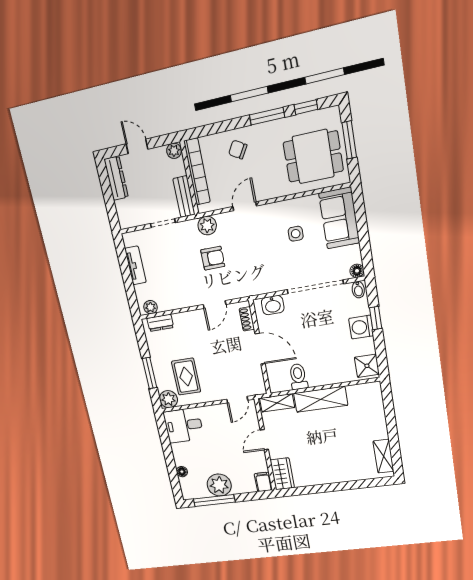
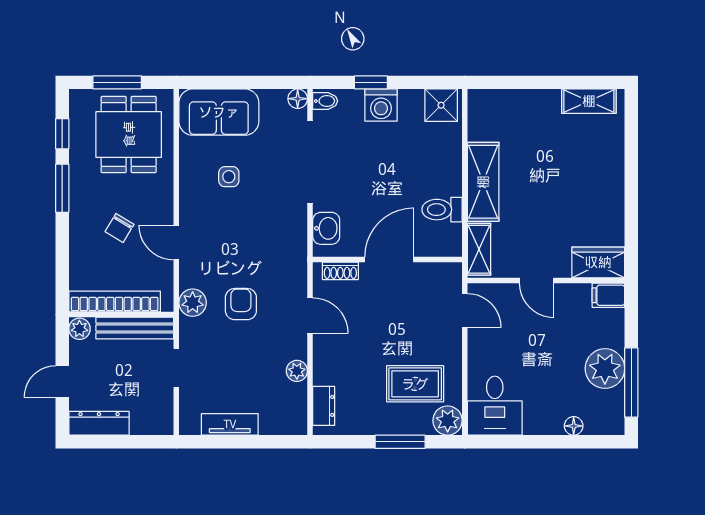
chair: (238, 150) -> (120, 228), moved
bench: (184, 197) -> (135, 328), width x1.36
plant: (151, 307) -> (297, 371), moved

